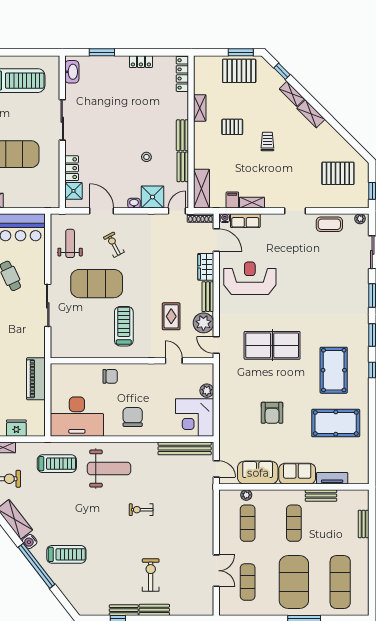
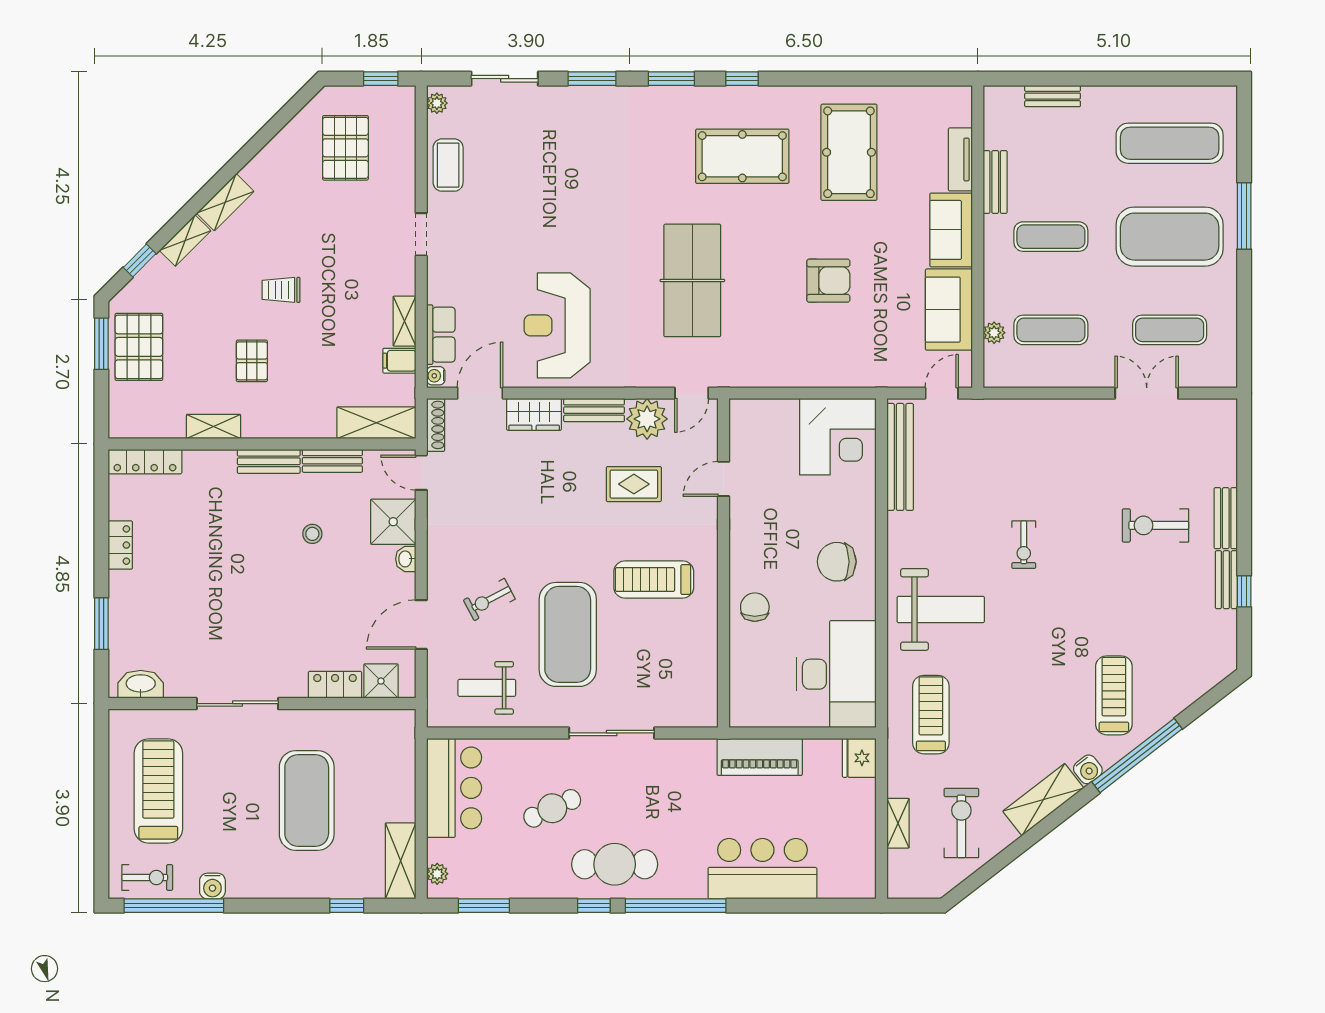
plant: (207, 391) -> (784, 412), removed
fridge: (16, 428) -> (859, 758), moved
weight bench: (109, 469) -> (941, 609), turned 90

